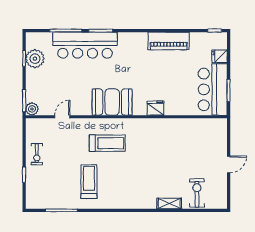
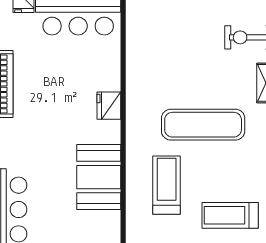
exercise mat: (144, 165) -> (203, 125), added

